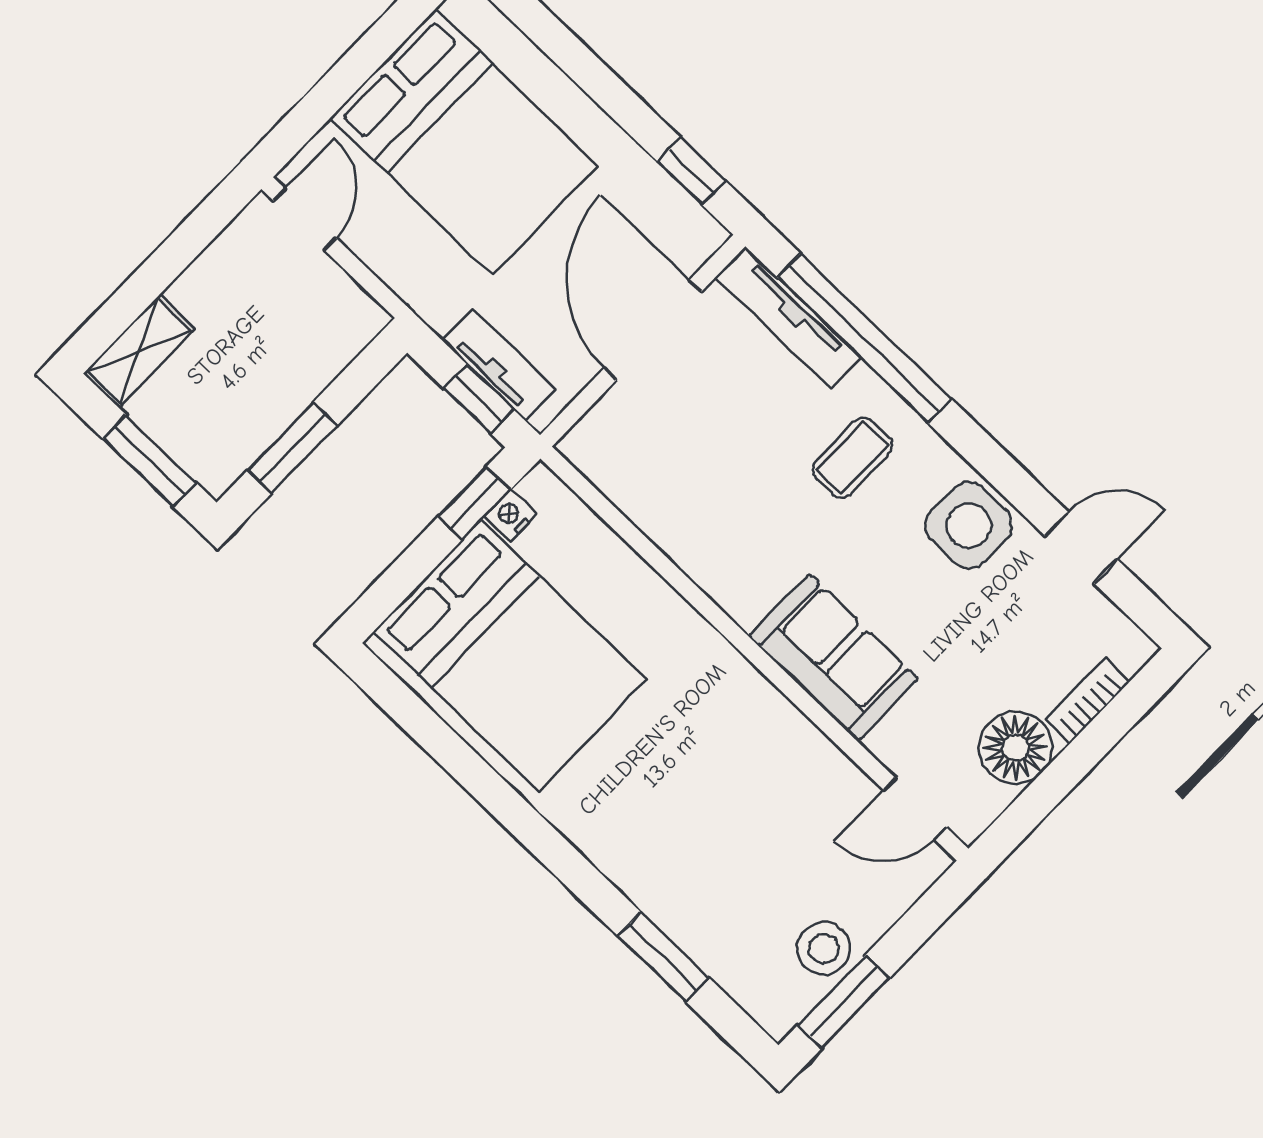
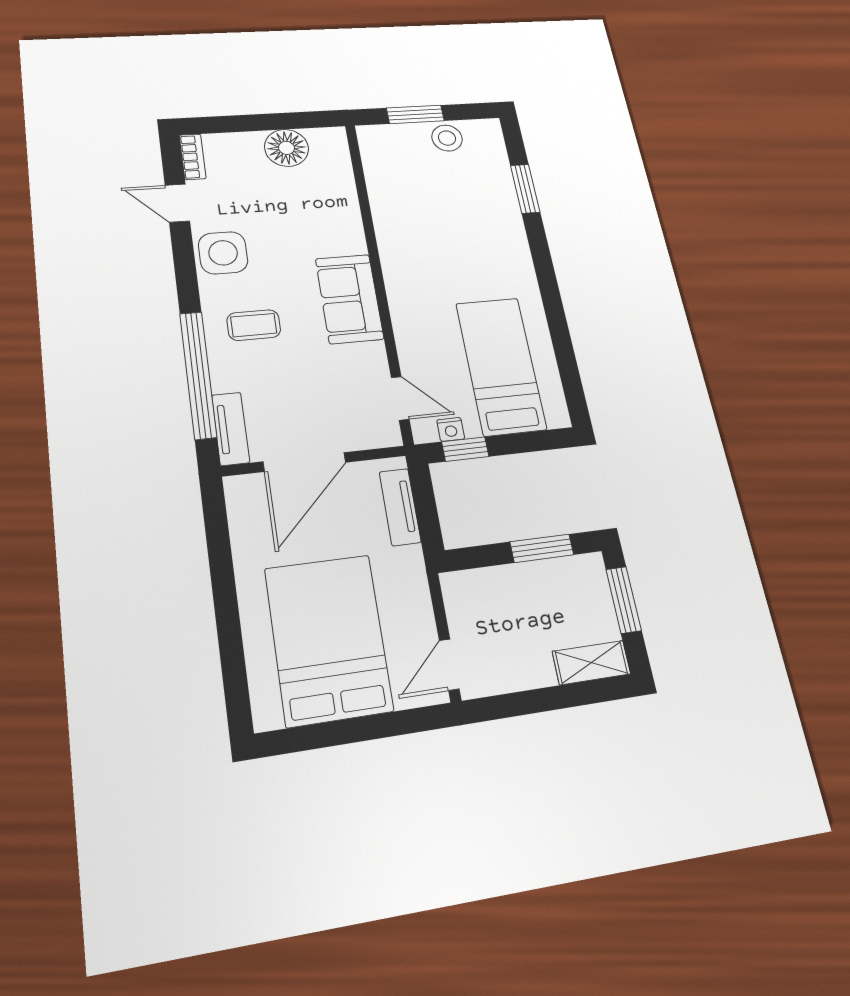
window: (691, 171) -> (216, 527), removed
tv unit: (788, 318) -> (231, 429), width x0.71
window: (479, 399) -> (424, 498), removed
bed: (510, 656) -> (501, 366), width x0.67
sofa: (833, 657) -> (349, 299), moved
bookcase: (1088, 701) -> (193, 157), moved, turned -90
door: (915, 809) -> (400, 398), moved
window: (844, 1002) -> (415, 114), moved

